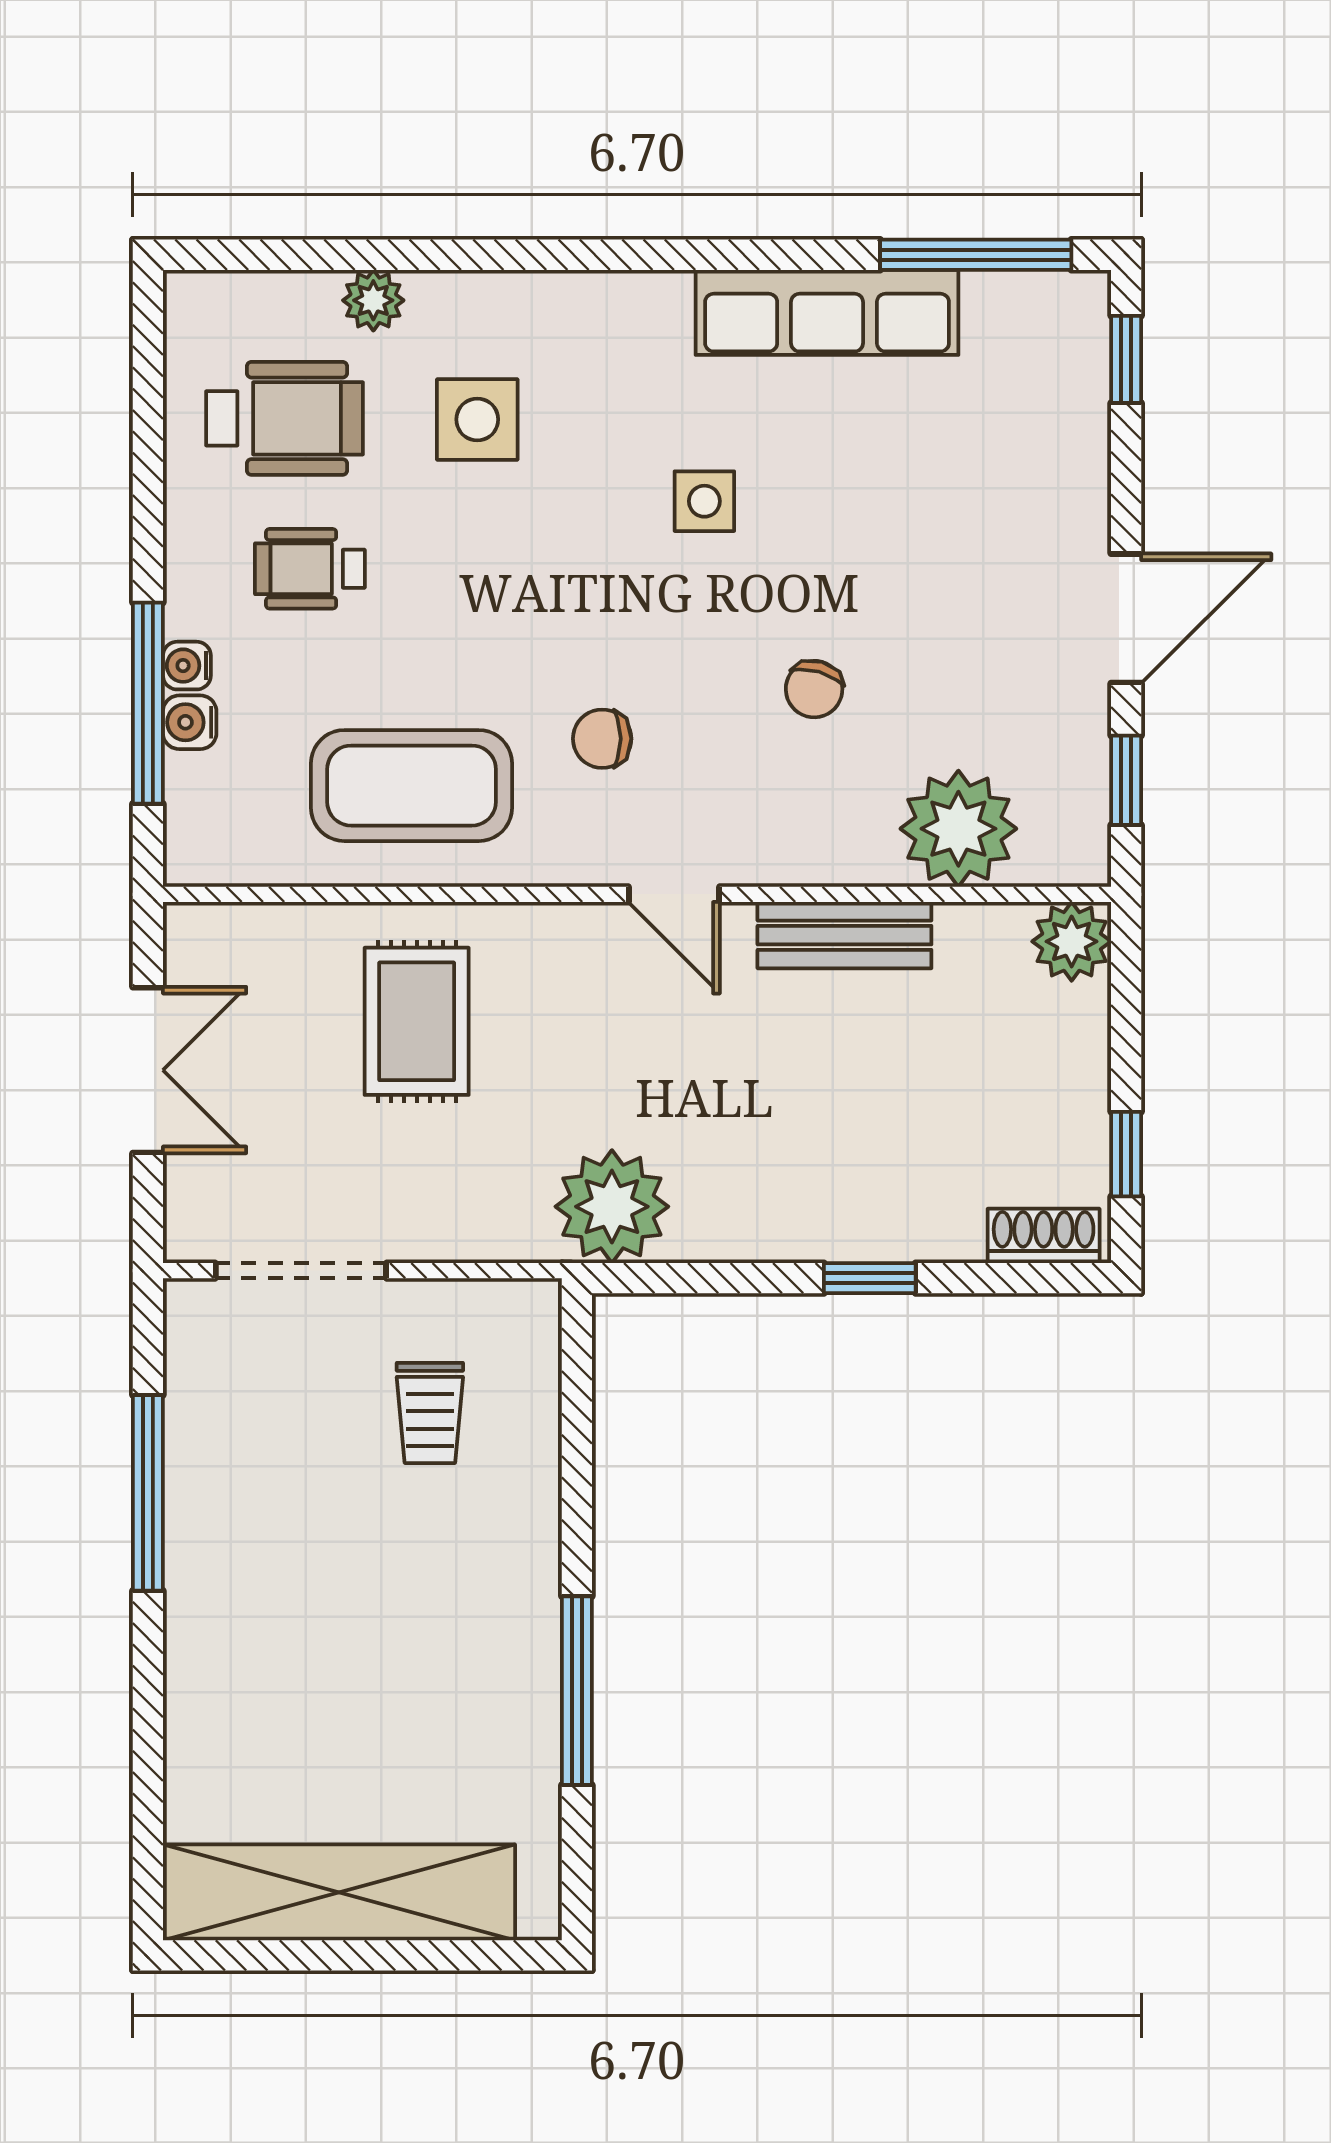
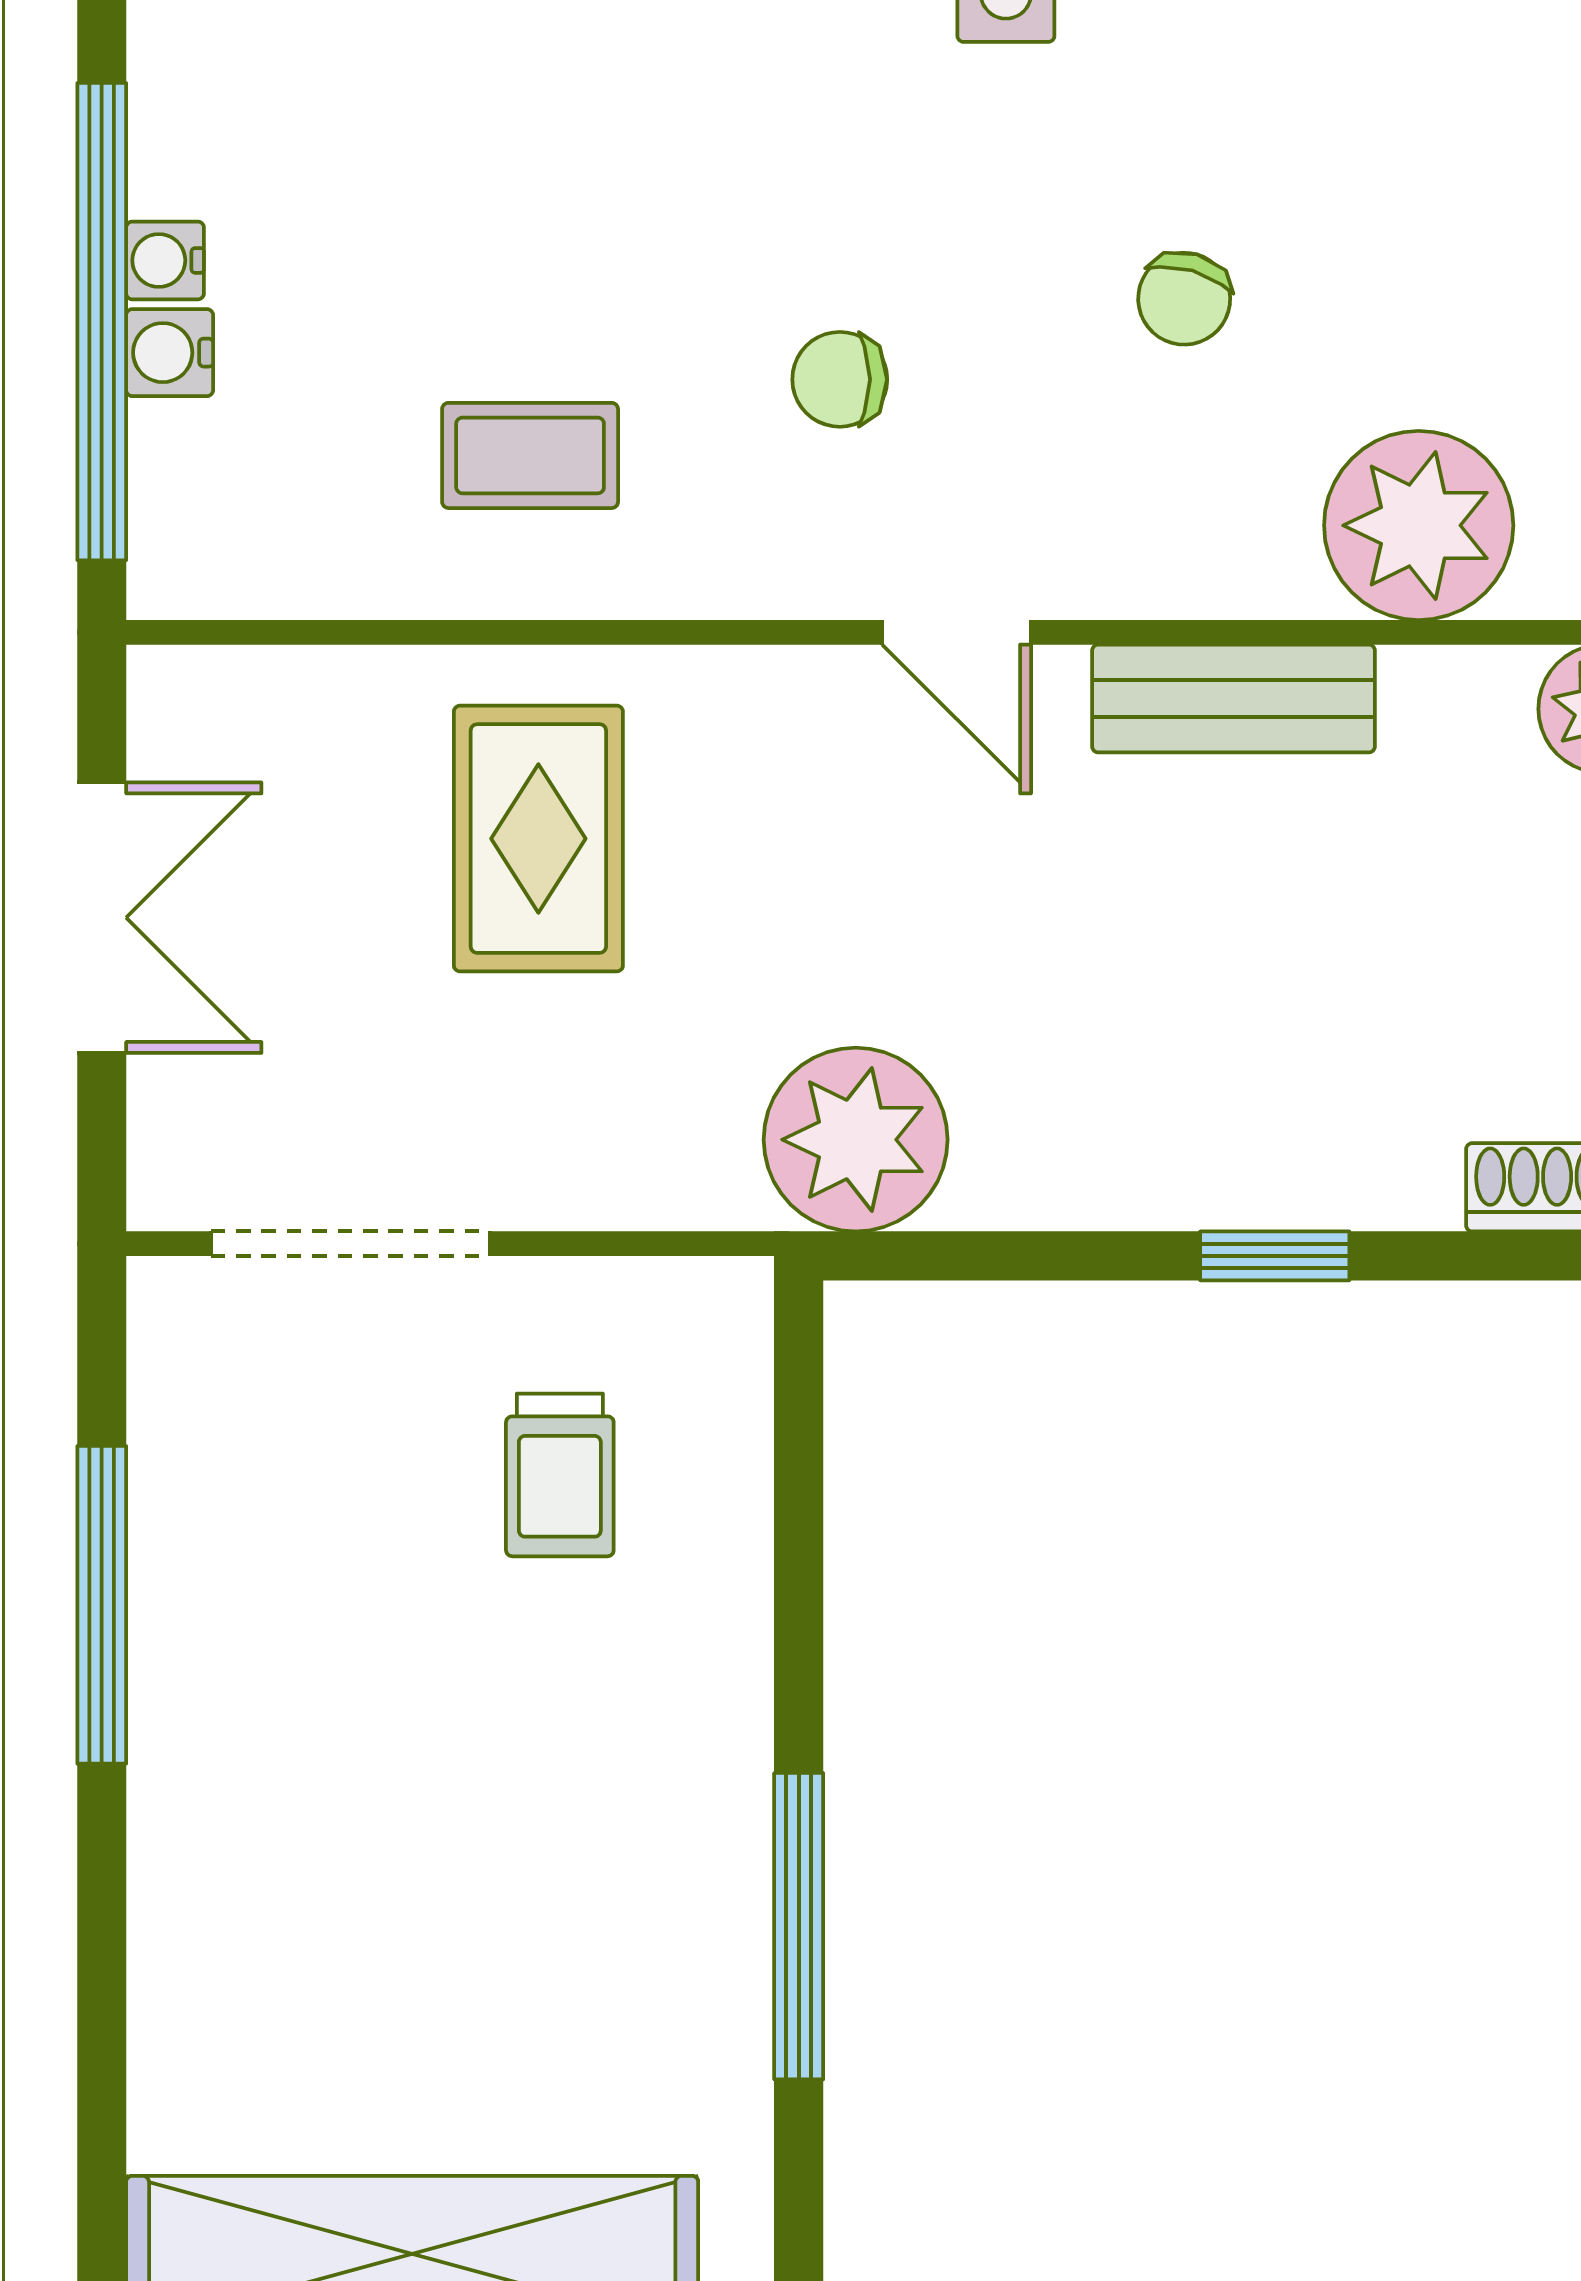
wheelchair: (310, 569) -> (365, 103), removed
window: (148, 703) -> (102, 322), width x1.46
coffee table: (412, 786) -> (530, 455), width x0.54, depth x0.58

